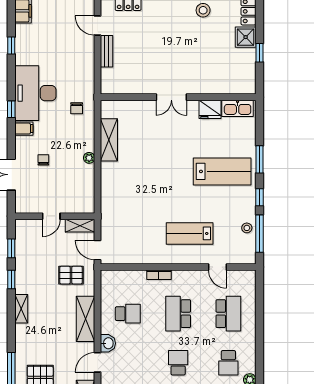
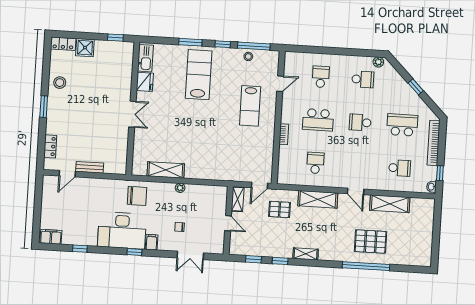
window: (259, 53) -> (115, 38), moved
chair: (77, 108) -> (137, 196), width x1.87, depth x1.87
pallet: (71, 275) -> (280, 209), turned 90
school desk: (228, 314) -> (321, 77), width x0.54
washbasin: (108, 343) -> (340, 181), removed

